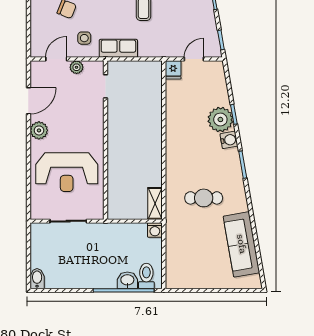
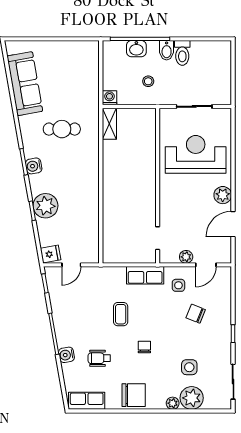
fridge: (173, 70) -> (51, 254), moved, turned 80
water cooler: (229, 140) -> (34, 166), moved
stool: (115, 247) -> (148, 81), added
toilet: (146, 276) -> (182, 53), moved
bidet: (37, 279) -> (167, 50), moved

